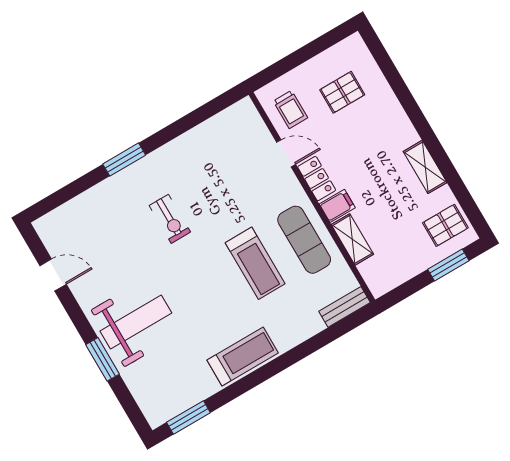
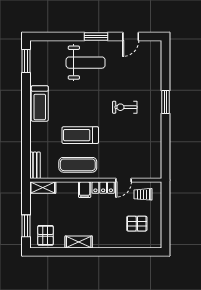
pallet: (342, 92) -> (137, 224), turned 90
shelving: (352, 239) -> (43, 188), moved
weight bench: (136, 322) -> (86, 63), turned -90
window: (103, 359) -> (96, 37), moved

